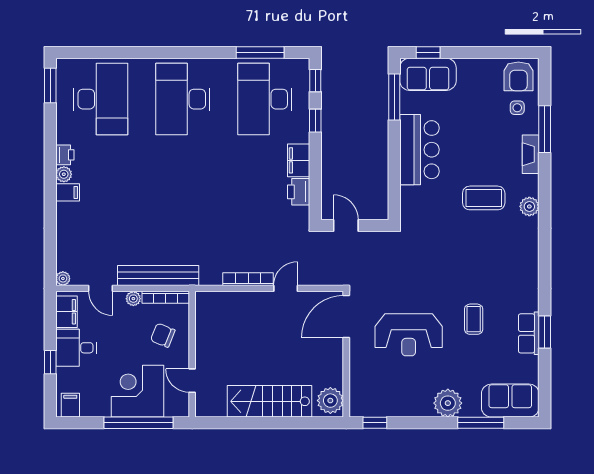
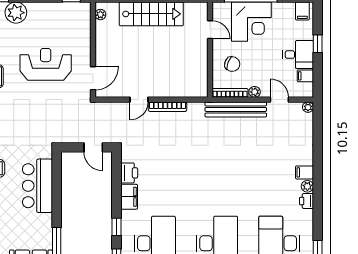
bar counter: (419, 150) -> (37, 186), moved
filing cabinet: (66, 312) -> (305, 76), width x0.50
door: (346, 317) -> (93, 78), width x0.73
plant: (330, 401) -> (100, 15), width x0.53, depth x0.53

